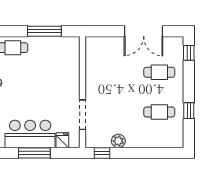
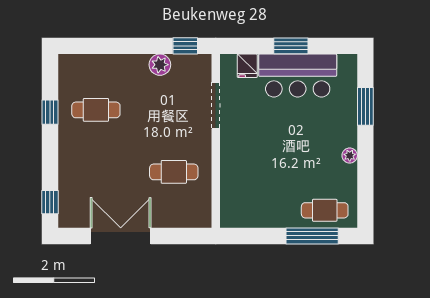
window: (44, 31) -> (312, 236), moved
cafe table: (159, 72) -> (174, 172), moved
window: (34, 153) -> (291, 46), width x0.69

